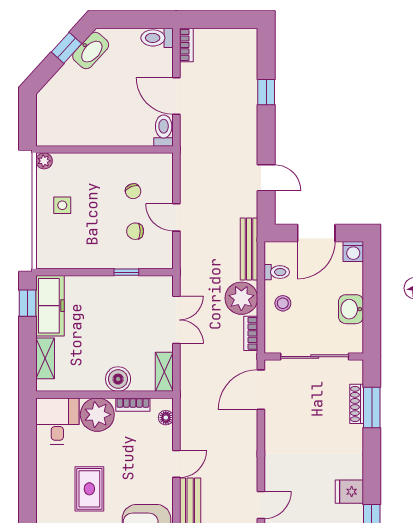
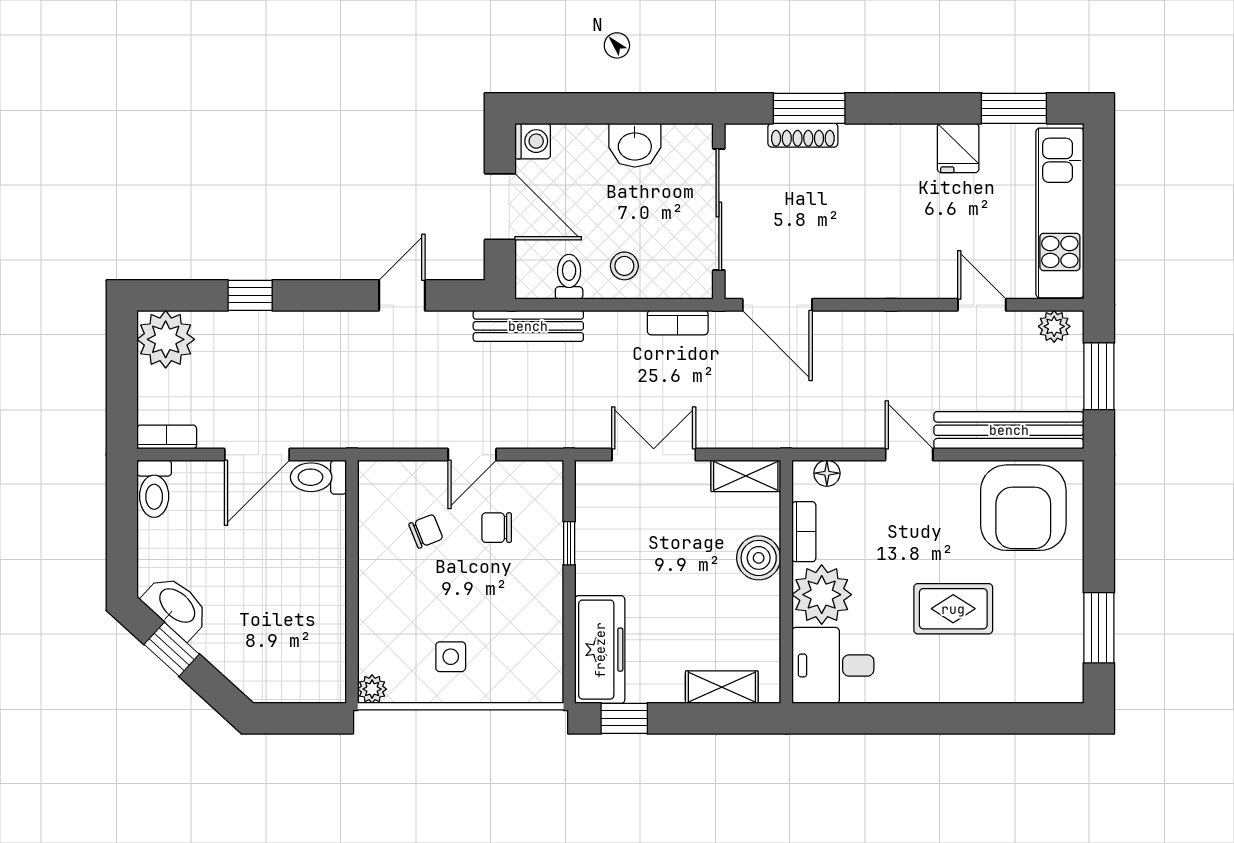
chair: (135, 231) -> (497, 528), turned 90
plant: (241, 298) -> (166, 339), moved
freezer: (50, 306) -> (600, 650), moved, turned 90

